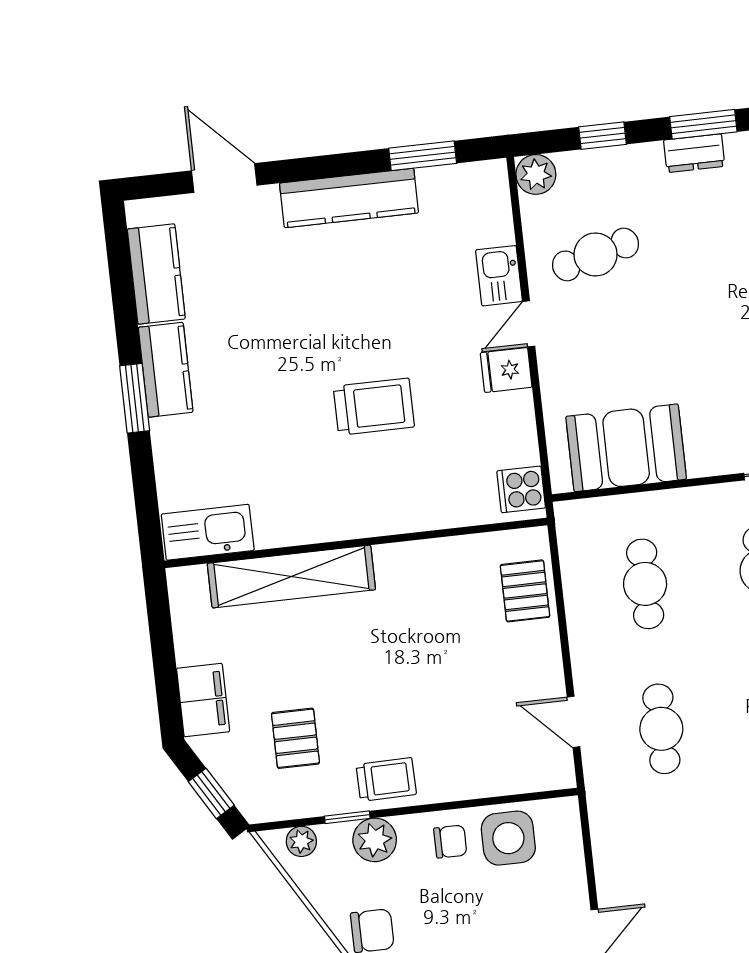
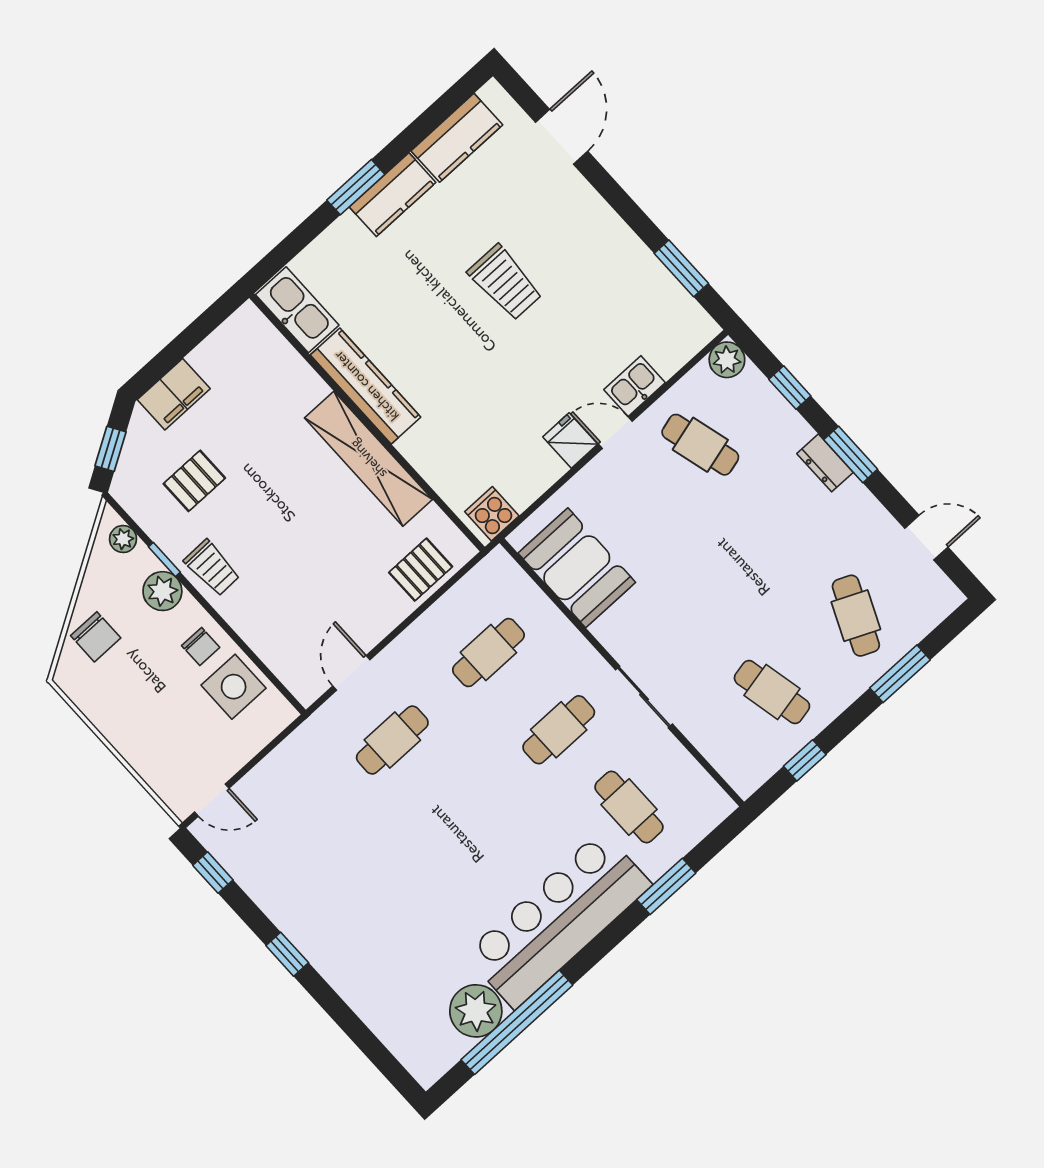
kitchen counter: (349, 198) -> (366, 386), moved, turned 180
trolley: (374, 407) -> (505, 283), moved
shelving: (291, 577) -> (368, 459), moved

